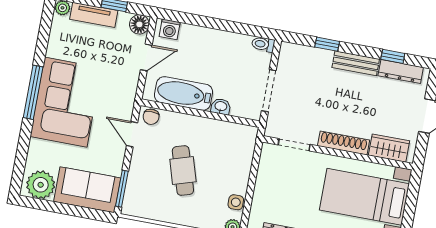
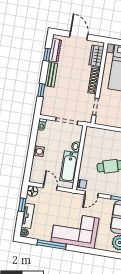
washing machine: (170, 29) -> (39, 151), moved
window: (33, 92) -> (52, 244), moved

